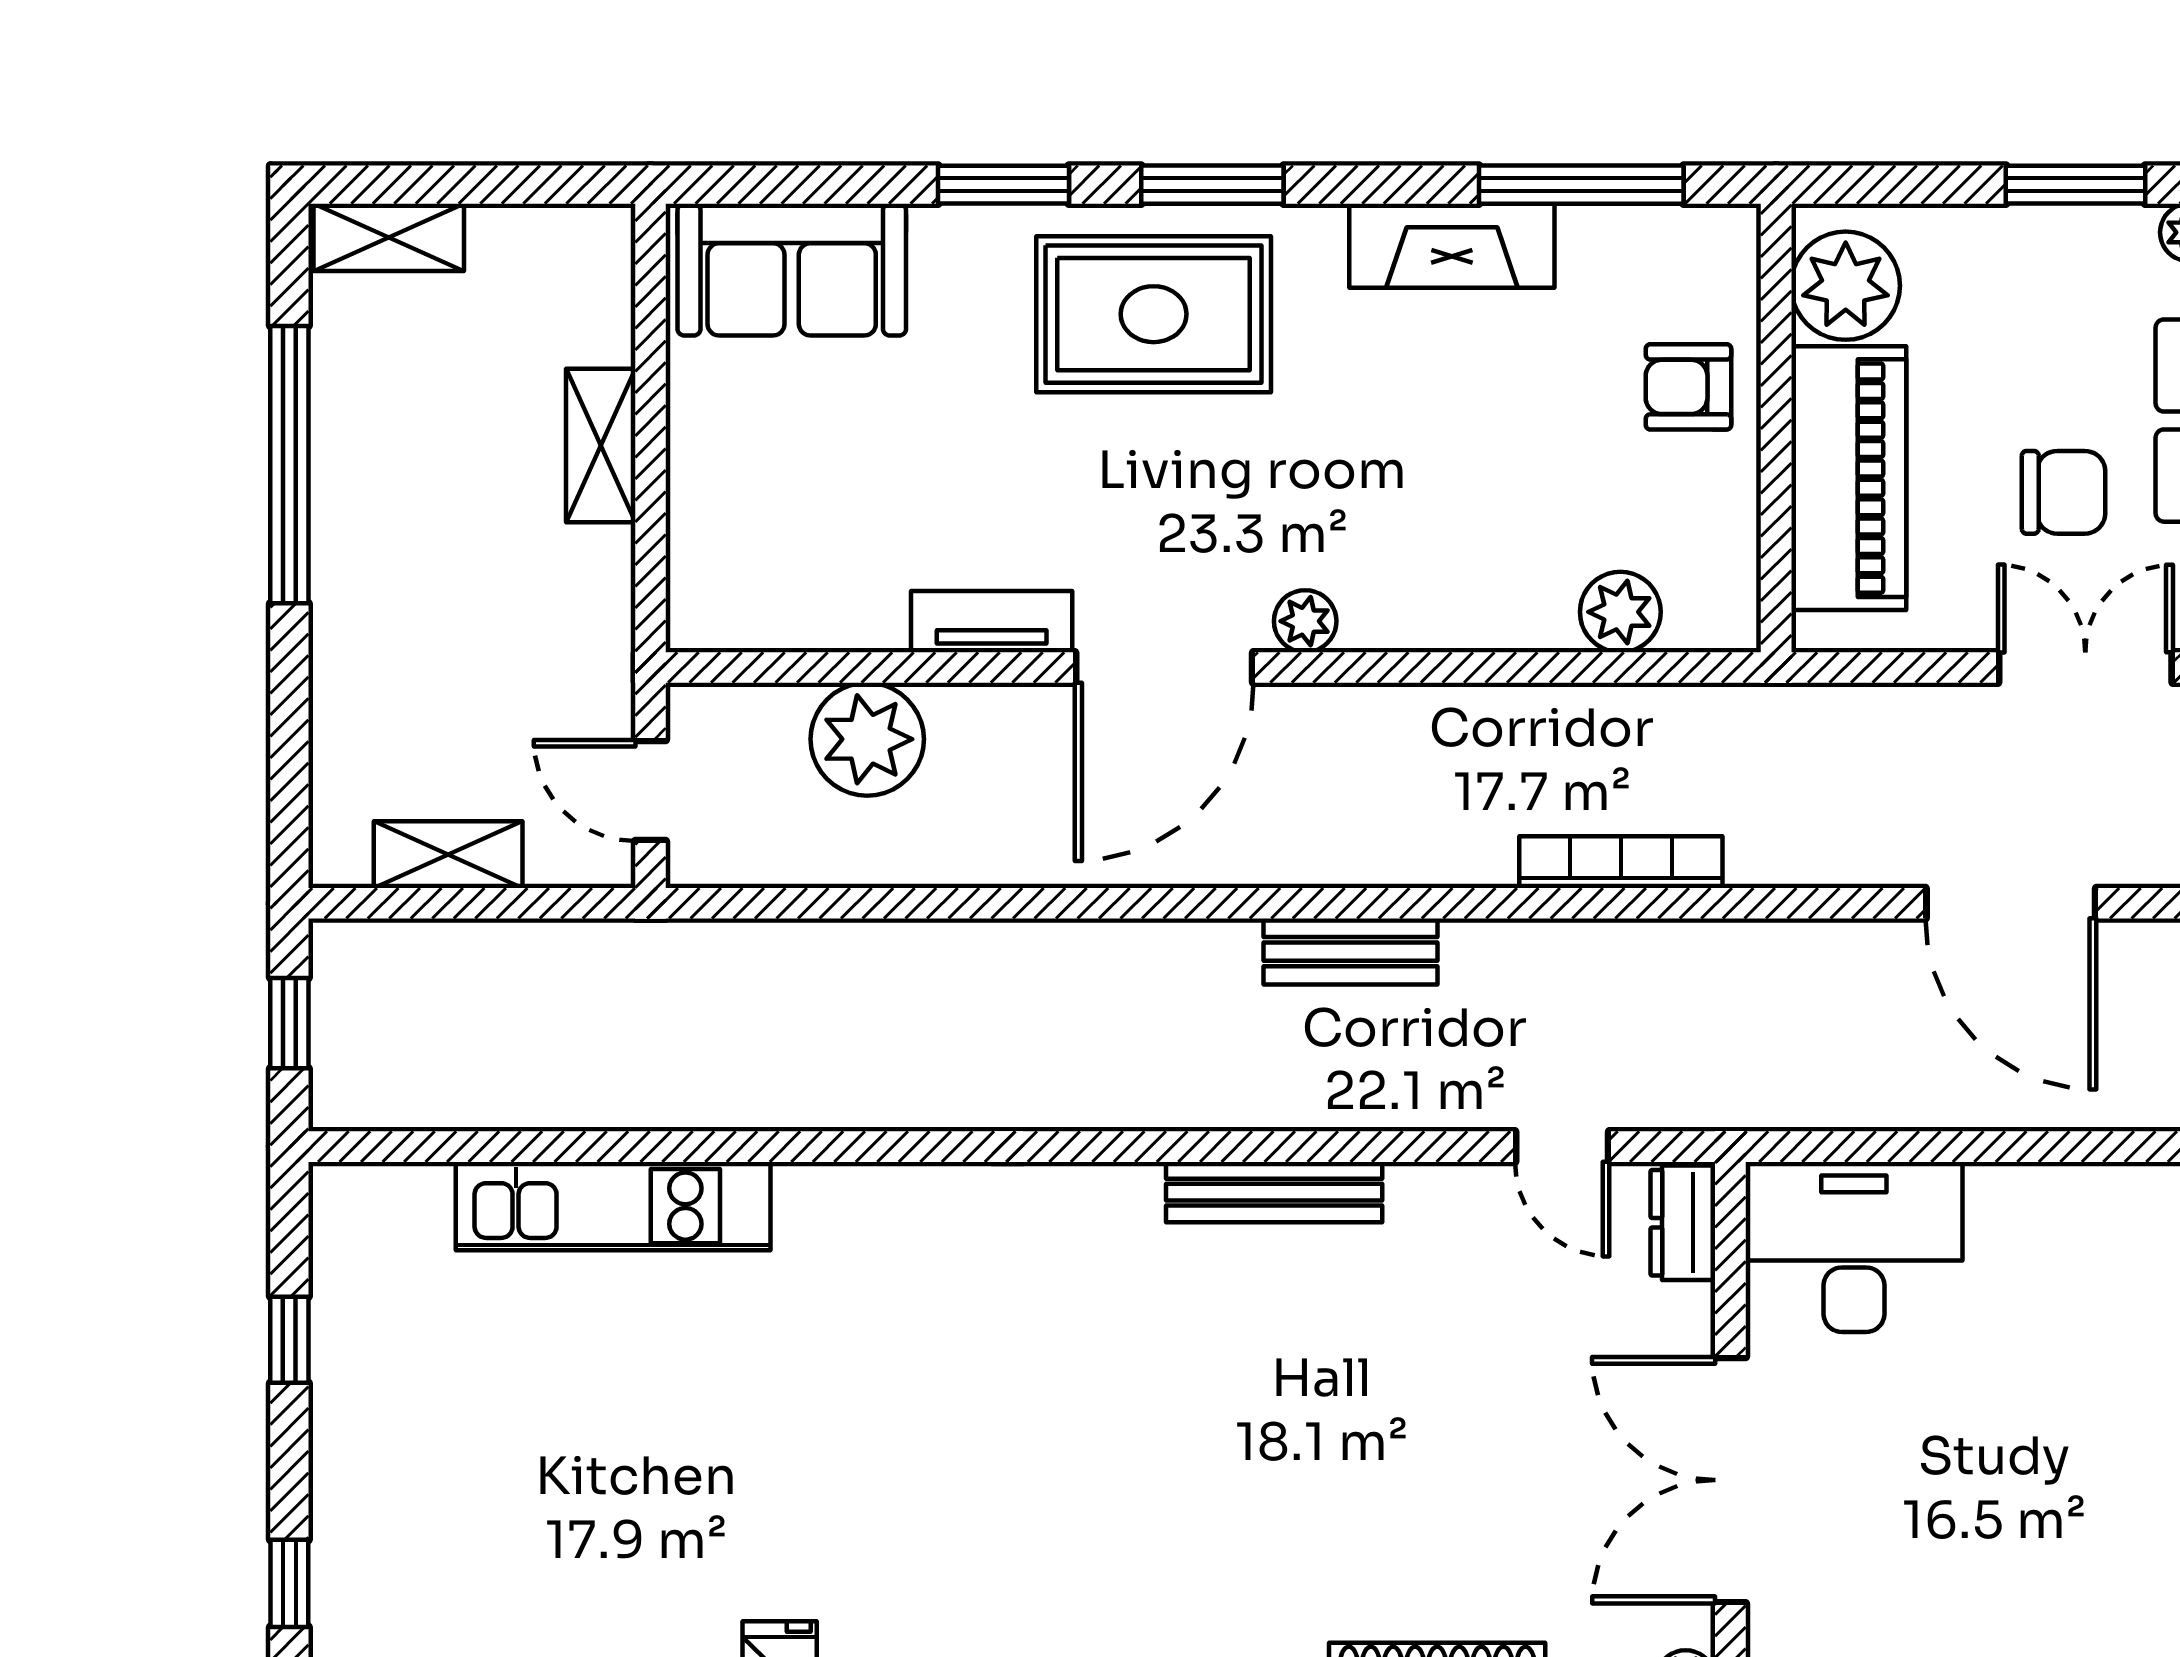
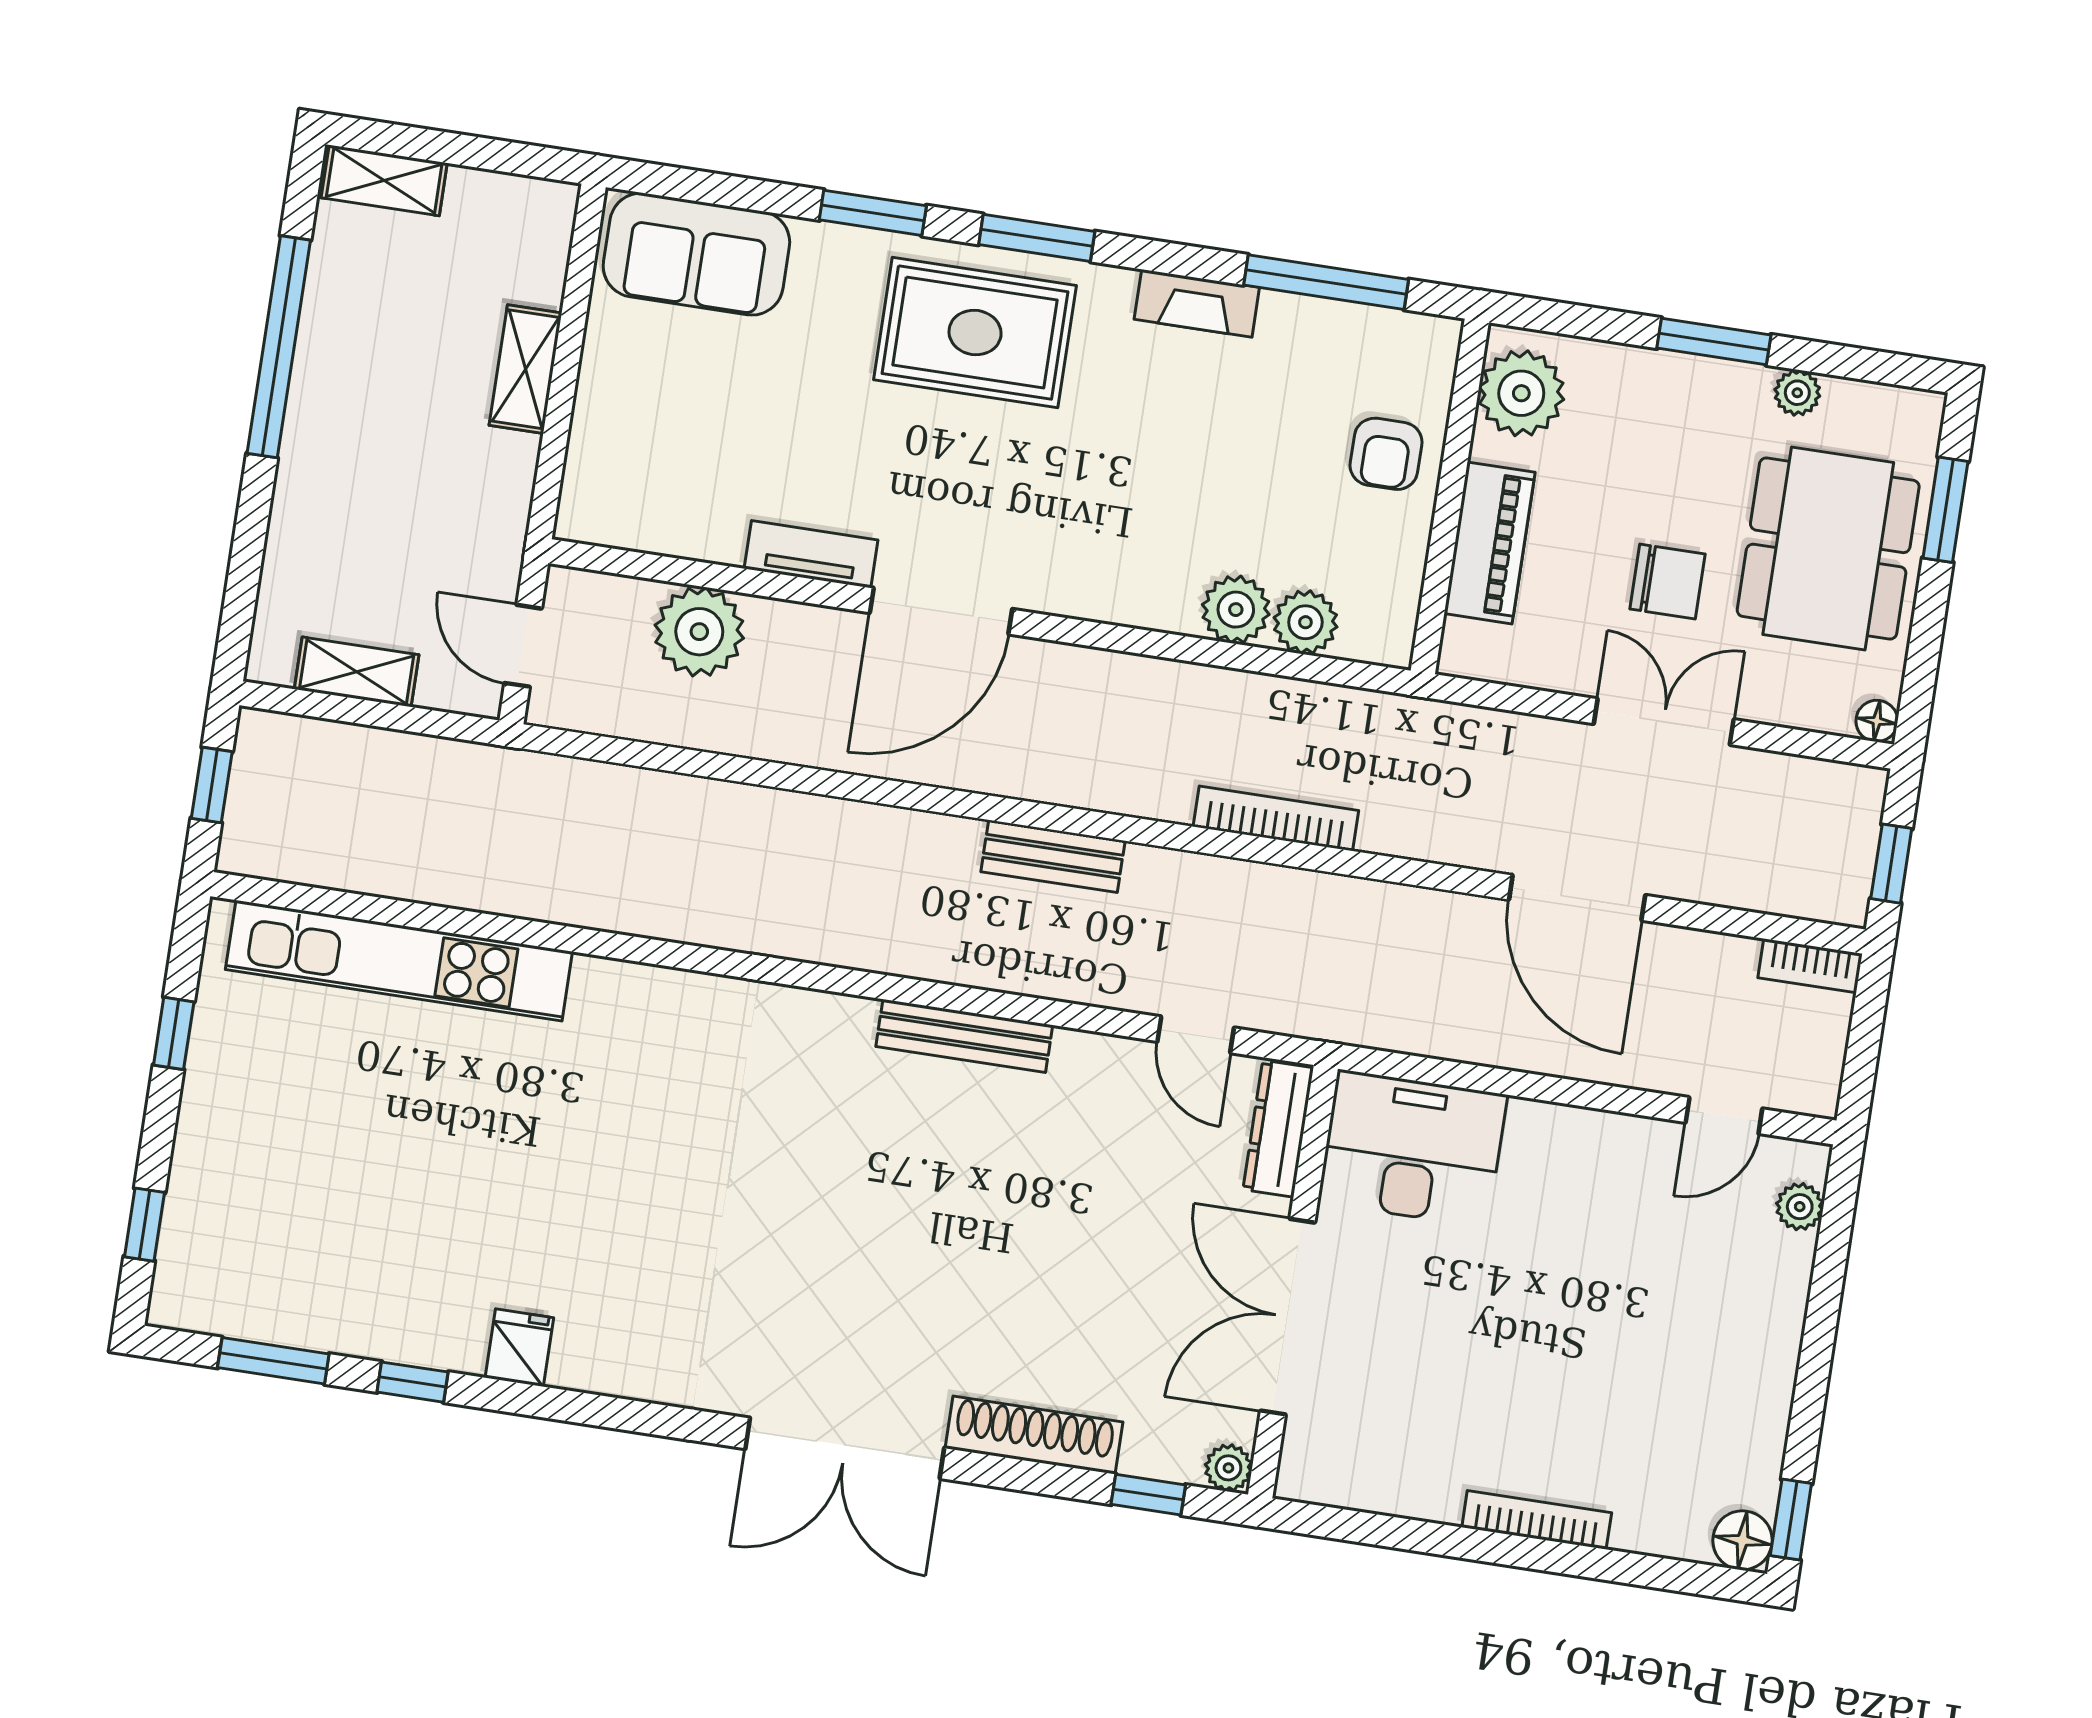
fireplace: (1452, 246) -> (1197, 303), width x0.73, depth x0.76
armchair: (1689, 387) -> (1386, 454), turned -90
piano: (1849, 478) -> (1490, 543), width x0.73, depth x0.75
plant: (1305, 621) -> (1236, 610), moved, width x1.38, depth x1.38
kitchen unit: (613, 1206) -> (399, 961), width x1.36
dresser: (1683, 1223) -> (1278, 1129), width x1.44

